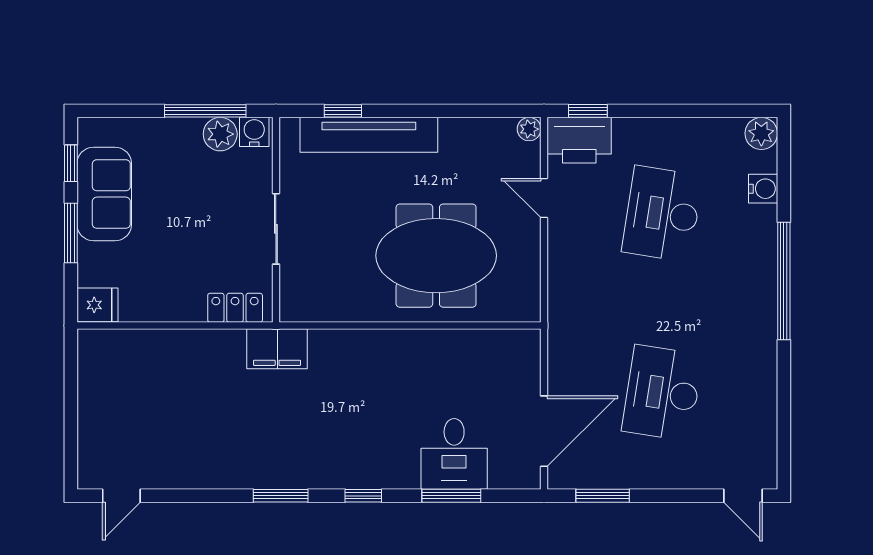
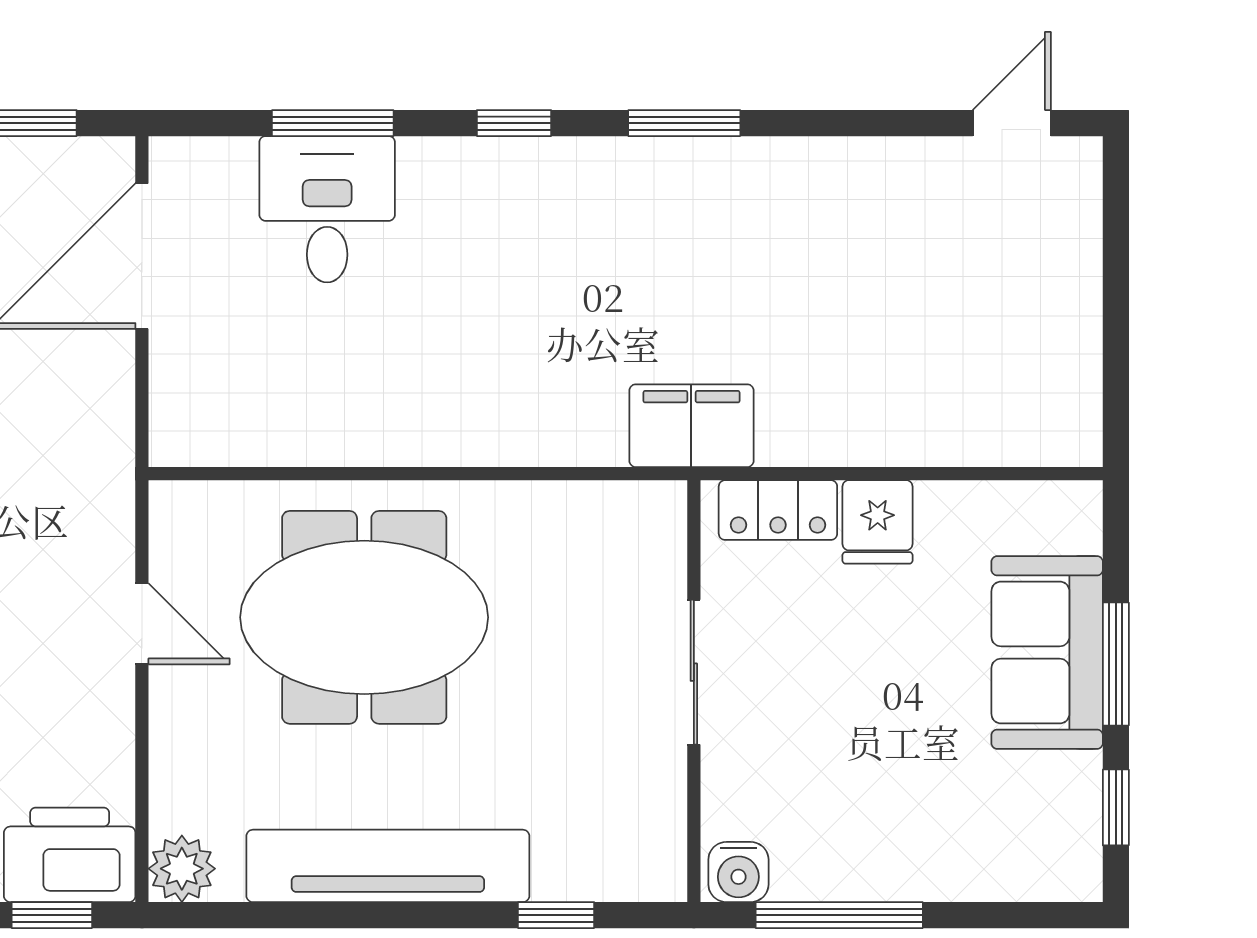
plant: (529, 129) -> (182, 869), width x1.38, depth x1.38
plant: (220, 134) -> (809, 867), removed
tv unit: (369, 135) -> (388, 866), moved
sofa: (104, 194) -> (1047, 652), moved
door: (544, 198) -> (142, 624), moved
fridge: (97, 305) -> (878, 522), moved, turned -90

